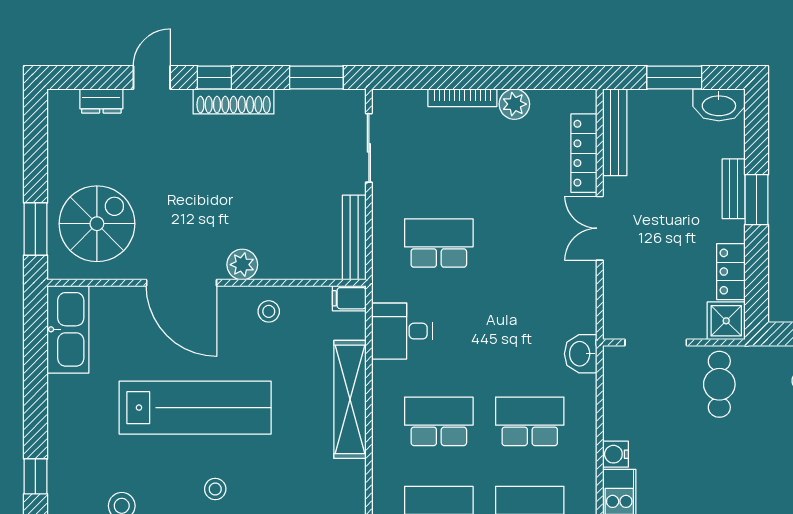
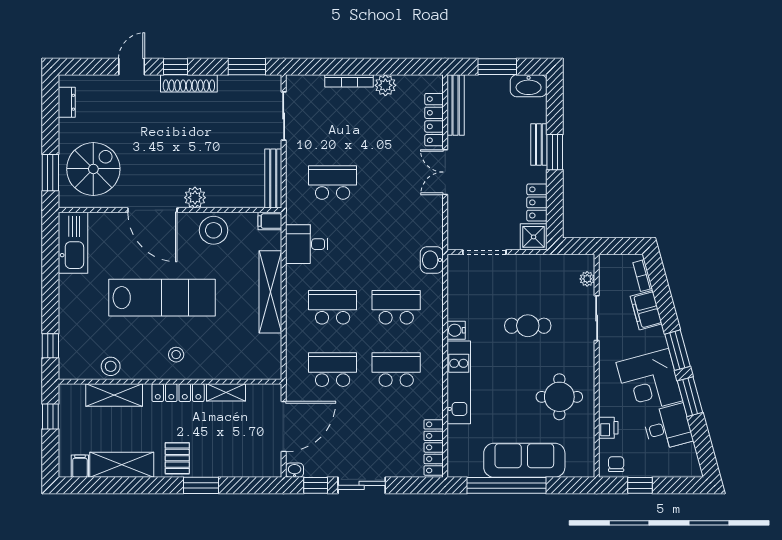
dresser: (101, 101) -> (67, 102), moved, turned -90
stool: (269, 311) -> (214, 230), width x1.89, depth x1.89
cafe table: (719, 384) -> (528, 326), moved, turned 90

